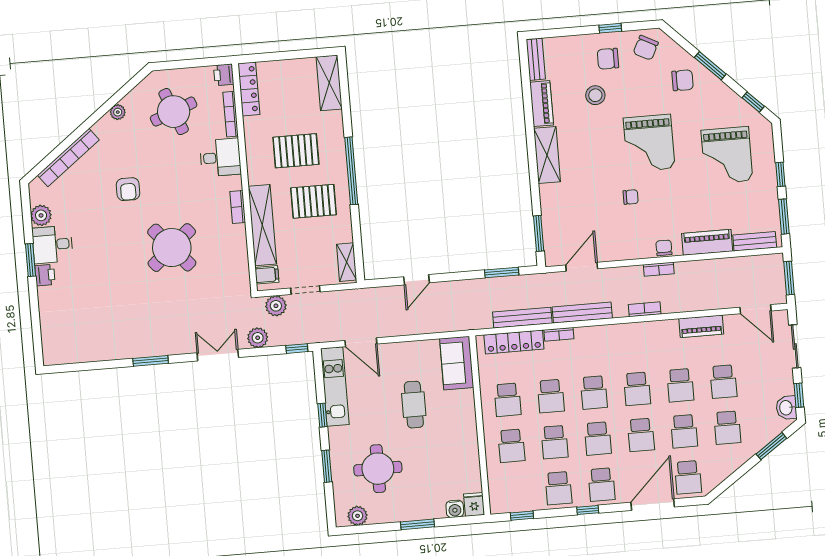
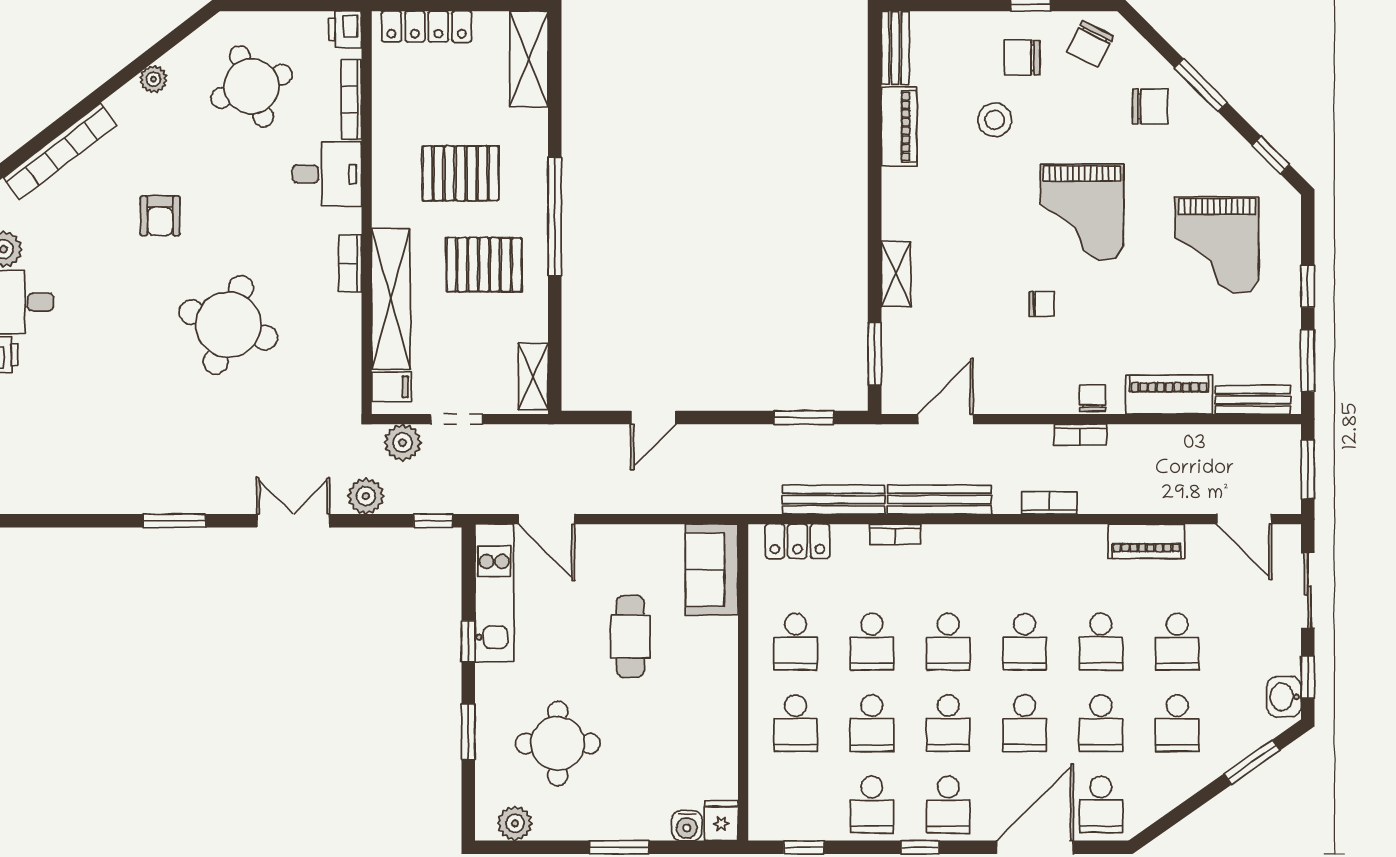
locker: (249, 89) -> (427, 27), moved, turned 90
shelving: (547, 155) -> (896, 274), moved, width x0.67, depth x0.75
round table: (172, 248) -> (228, 325), turned -30
locker: (514, 342) -> (797, 541), width x0.66

